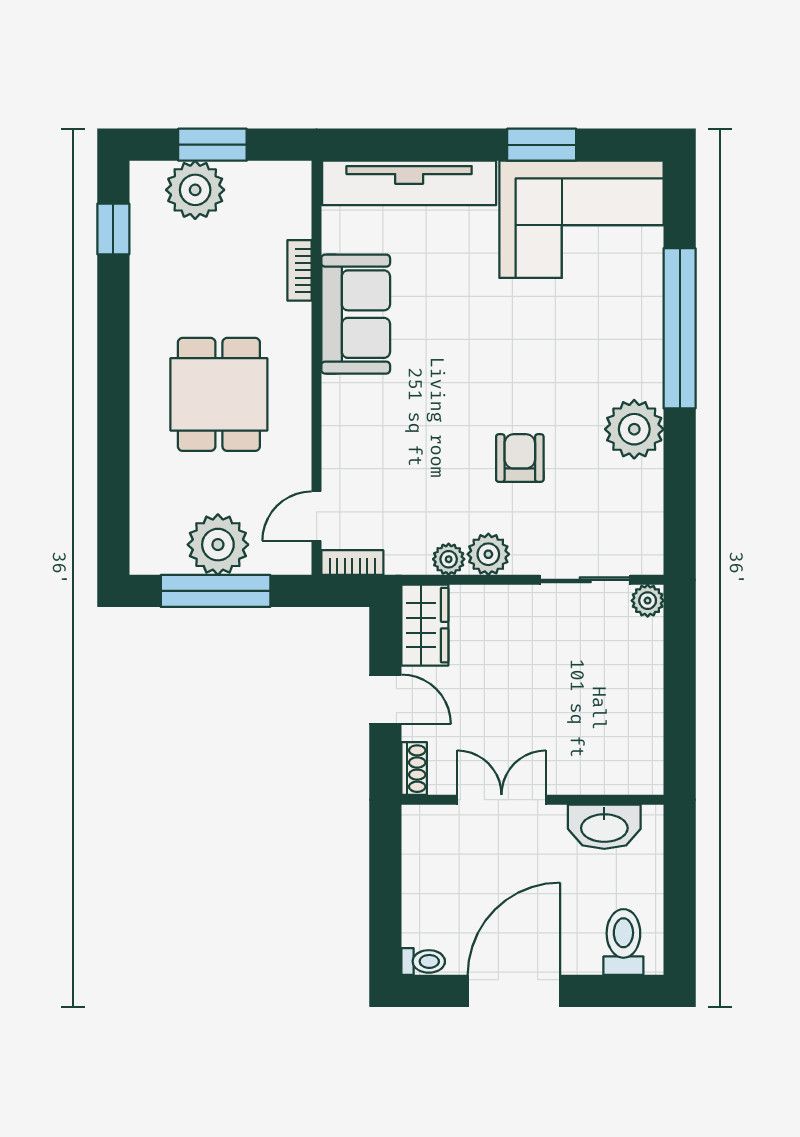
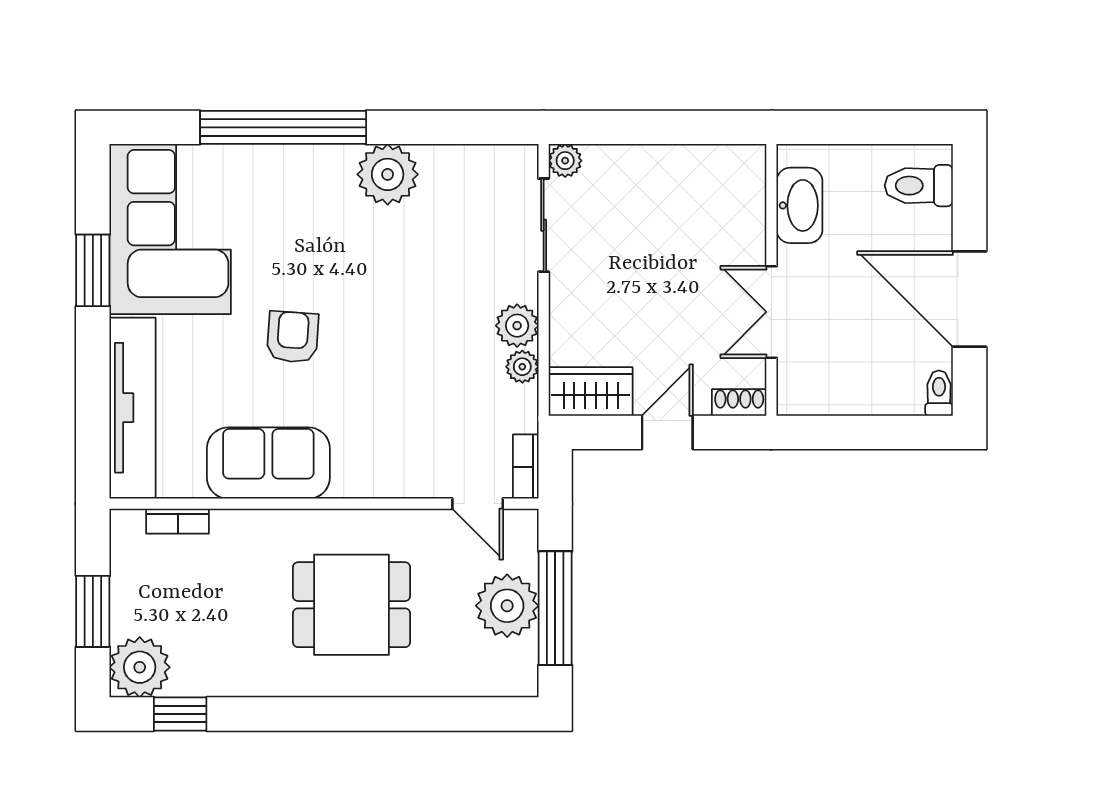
plant: (195, 190) -> (140, 667), moved
bookcase: (300, 270) -> (178, 521), moved
armchair: (520, 458) -> (293, 337), moved, turned 94

